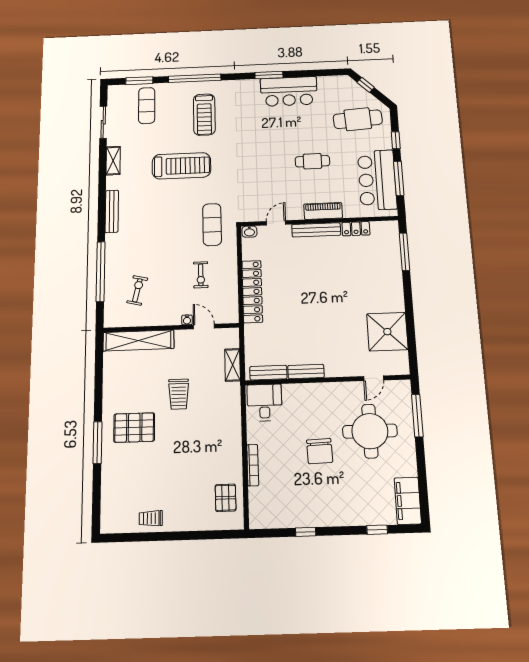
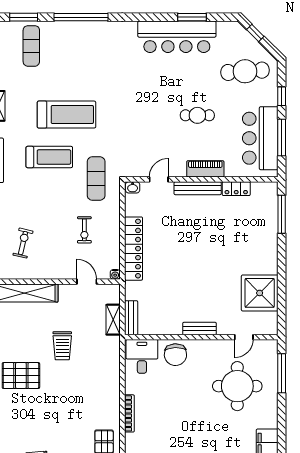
window: (269, 75) -> (192, 17), moved
bar counter: (289, 91) -> (177, 37), width x1.36
treadmill: (204, 115) -> (49, 157), moved, turned -90
water cooler: (187, 320) -> (115, 274), moved
bench: (306, 372) -> (199, 328), moved
bench: (268, 373) -> (131, 318), moved, turned 90
chair: (320, 451) -> (175, 355), moved

